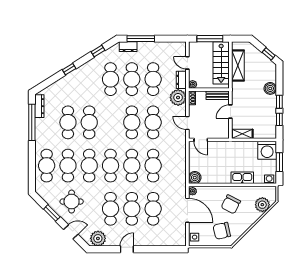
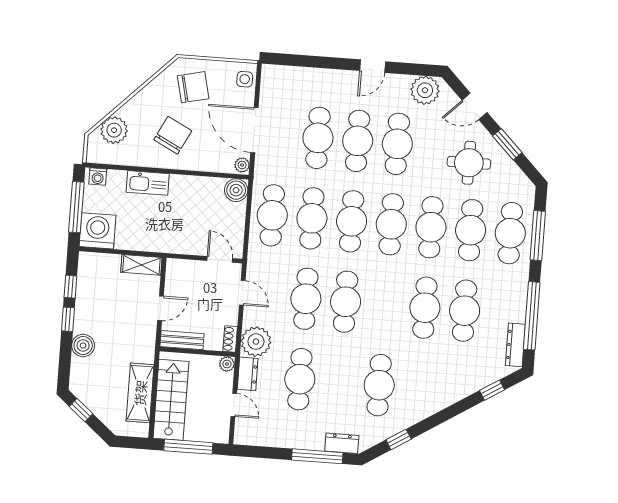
window: (69, 69) -> (492, 390), moved
cafe table: (132, 79) -> (272, 215), moved
window: (279, 162) -> (76, 207), width x1.44
window: (32, 165) -> (538, 236), added

